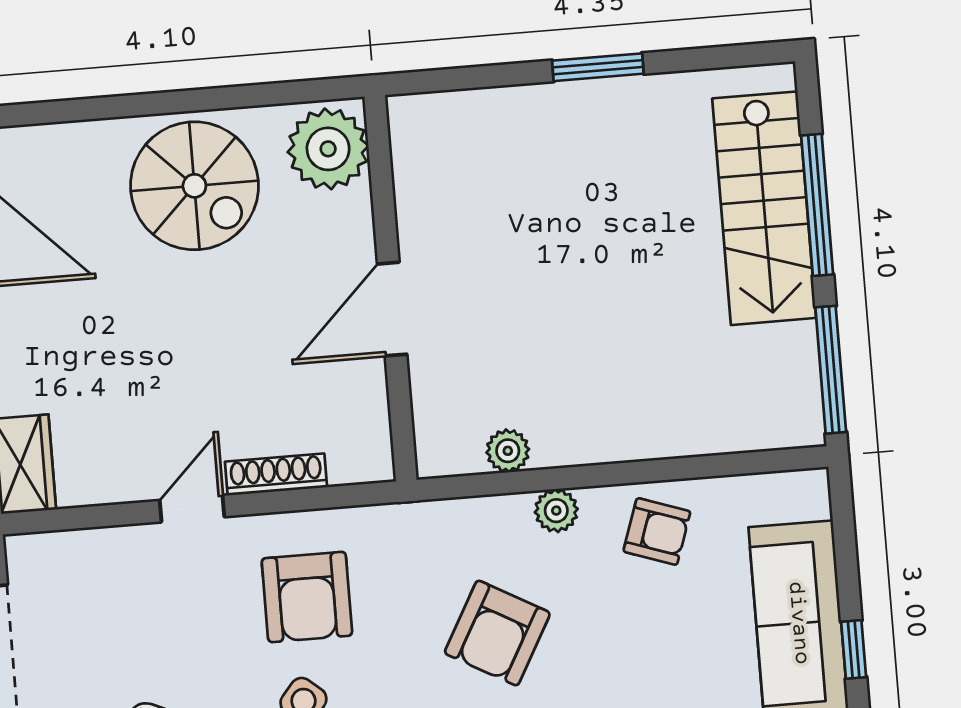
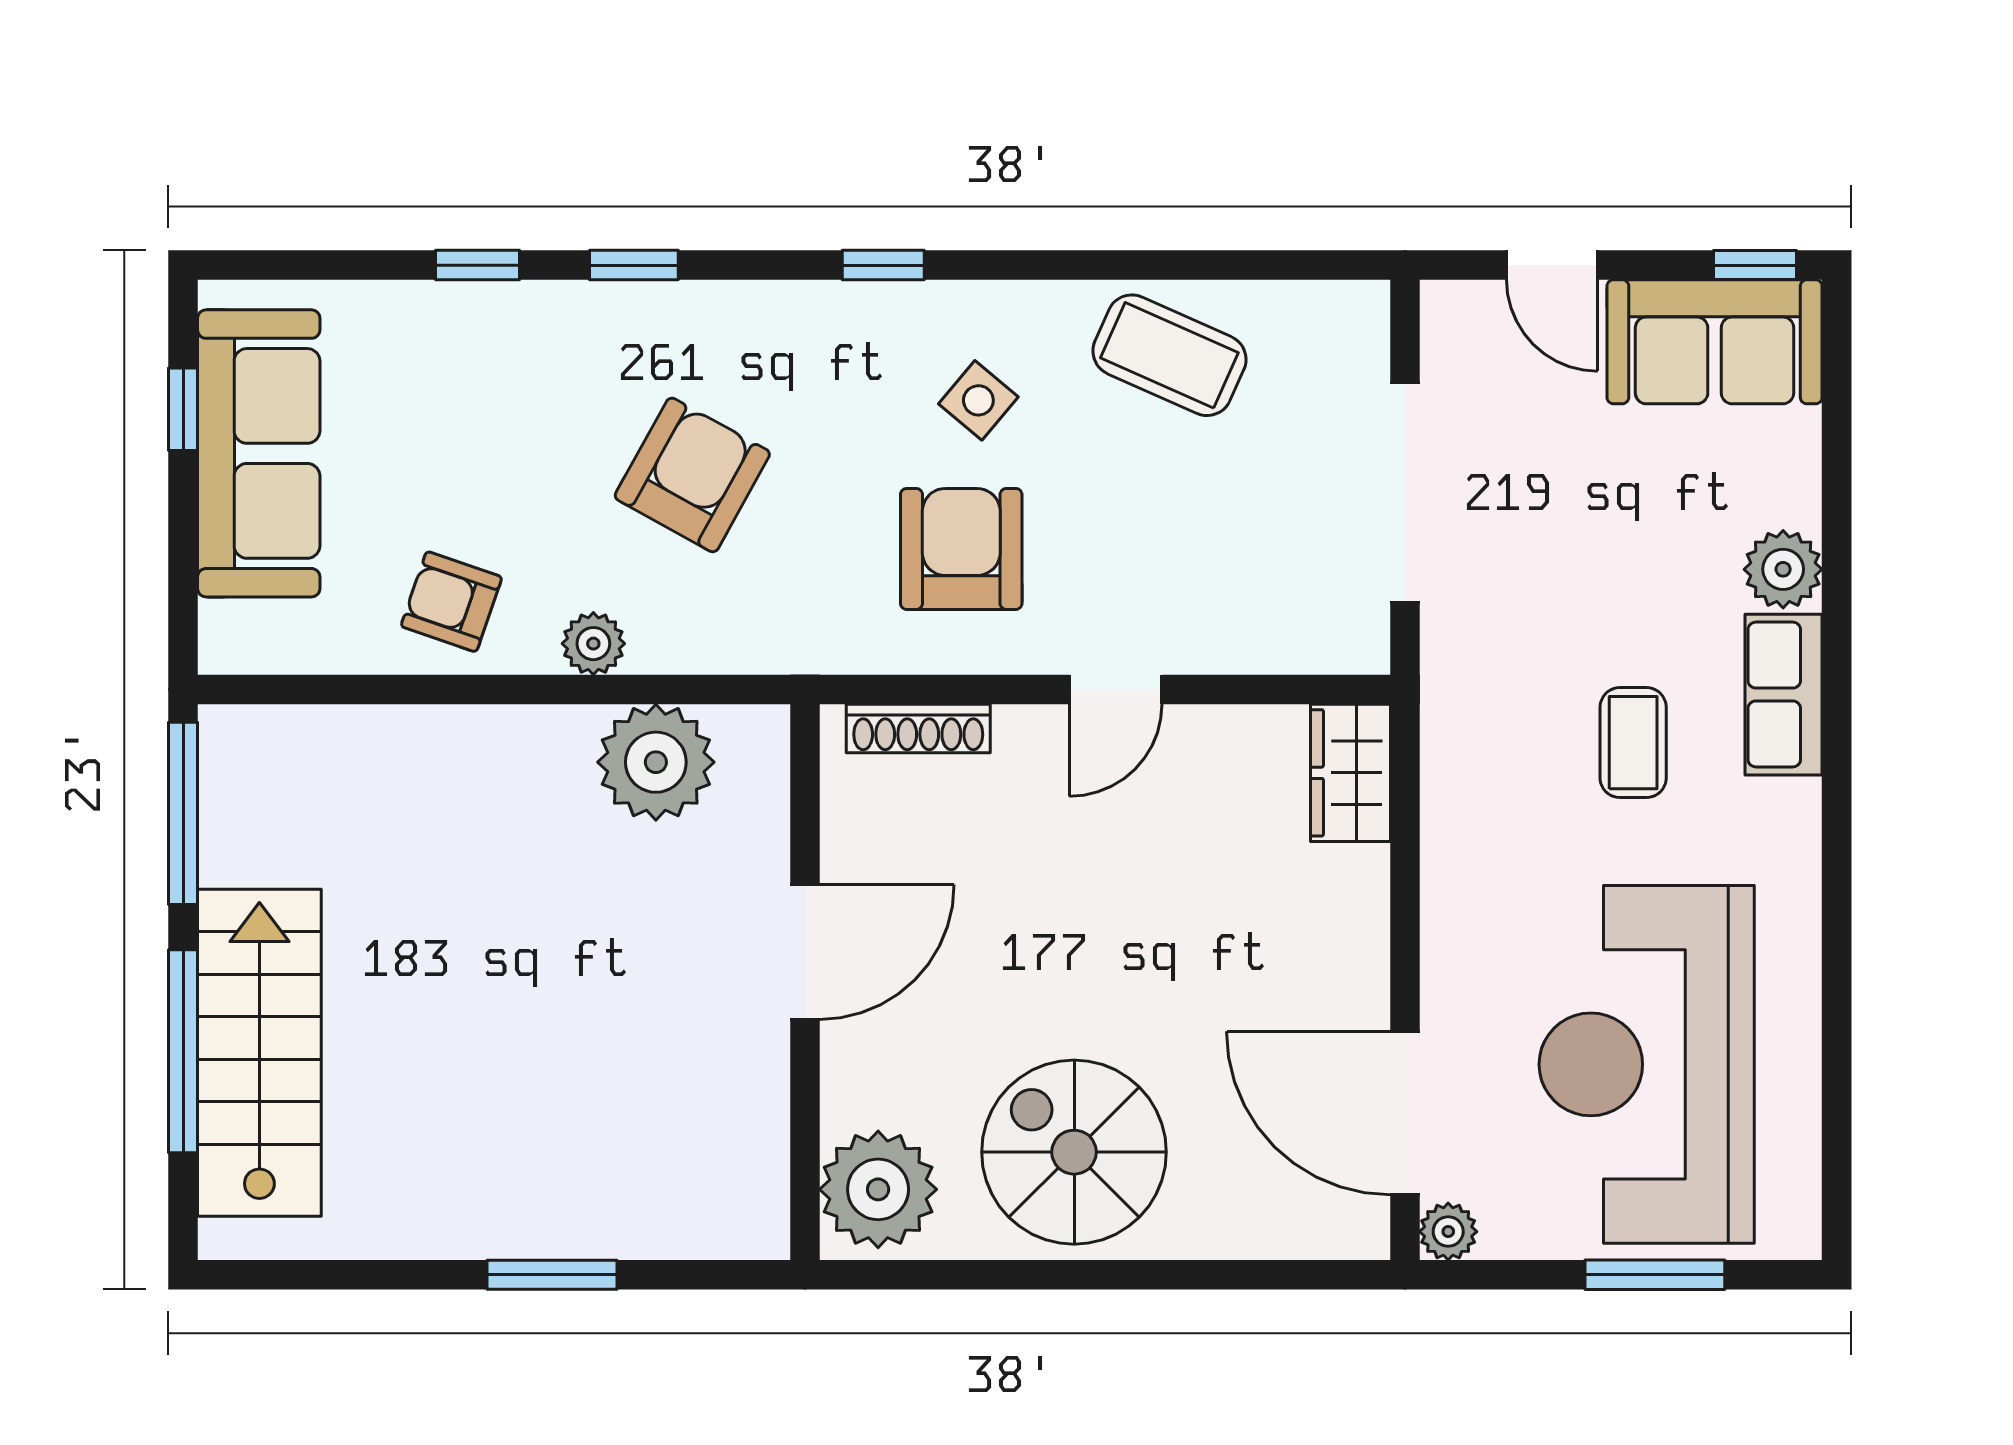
window: (598, 67) -> (552, 1275), moved
plant: (508, 451) -> (656, 762), width x1.88, depth x1.88
shoe rack: (276, 474) -> (918, 728), moved

